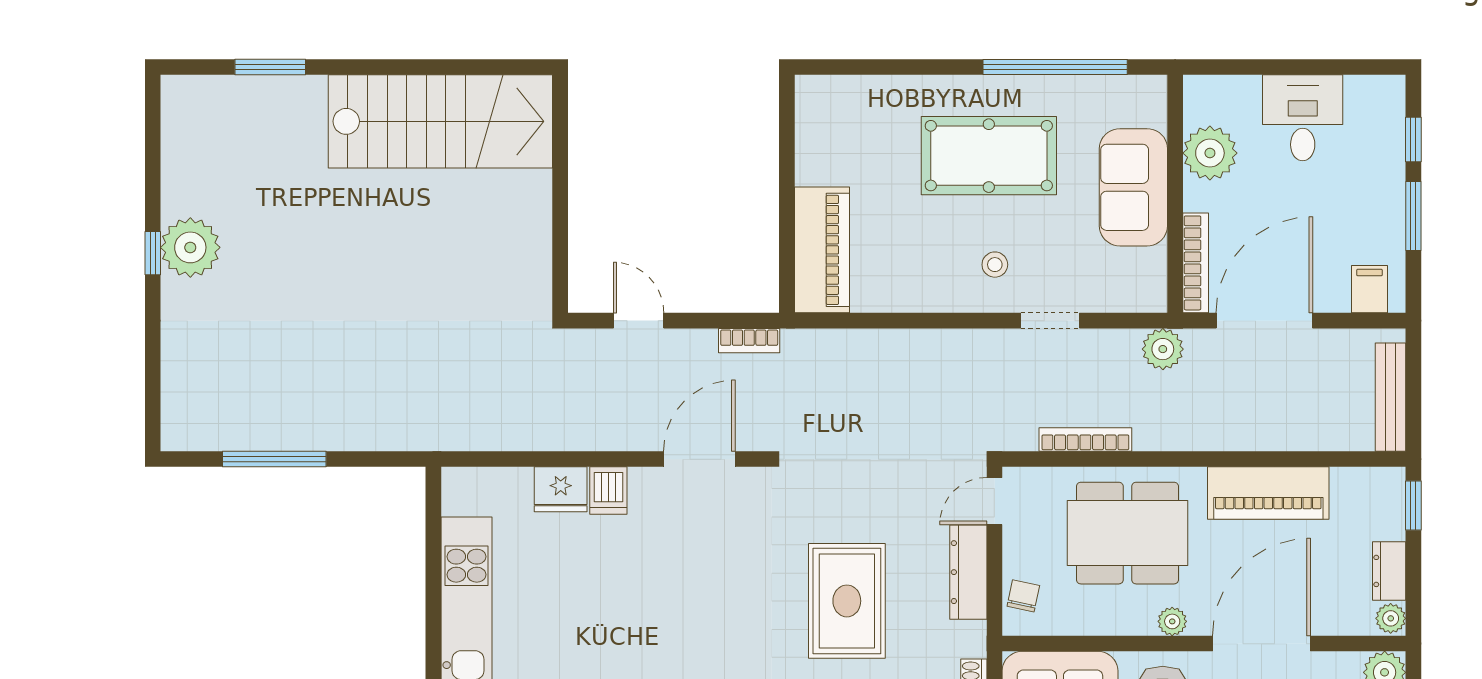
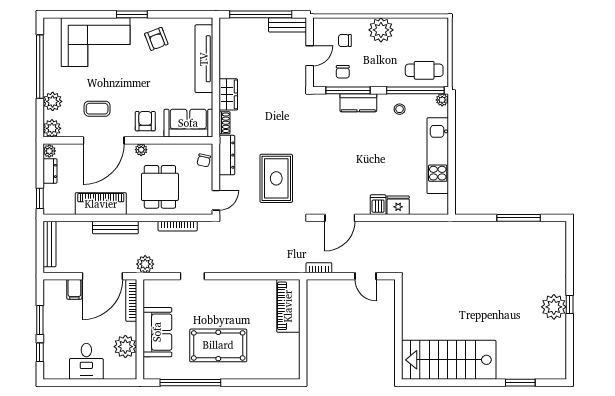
stool: (995, 265) -> (216, 300), removed
filing cabinet: (1369, 289) -> (74, 289), moved
bench: (1234, 436) -> (115, 228), added
dining table: (1127, 533) -> (160, 187), width x0.73
dresser: (968, 572) -> (227, 155), moved
rug: (847, 601) -> (276, 178), moved

